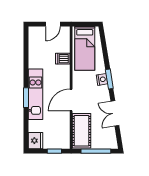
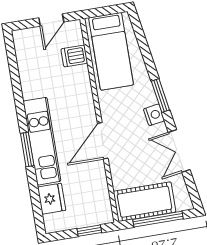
dishwasher: (63, 59) -> (74, 56), moved
nightstand: (102, 79) -> (154, 115), moved
cot: (81, 131) -> (145, 202), moved, turned 90
fridge: (35, 141) -> (52, 199), moved

